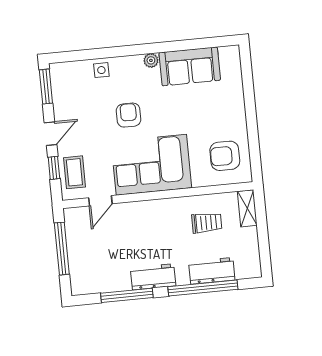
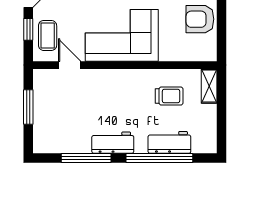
armchair: (225, 156) -> (200, 19), moved
door: (100, 201) -> (70, 65), swing flipped
window: (62, 249) -> (28, 107), width x0.69

